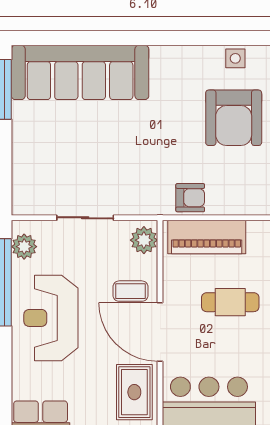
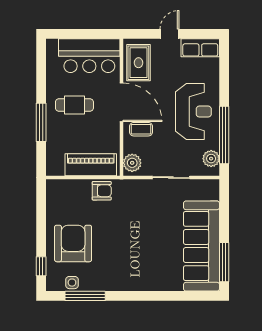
window: (215, 38) -> (85, 296), added
sofa: (80, 72) -> (202, 246), moved, turned -90
armchair: (190, 198) -> (102, 191), turned 180
cafe table: (230, 302) -> (74, 105), moved

